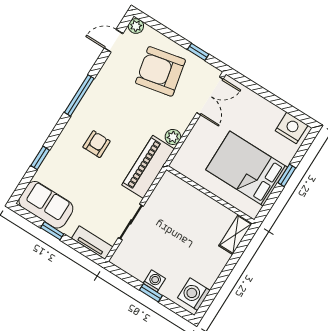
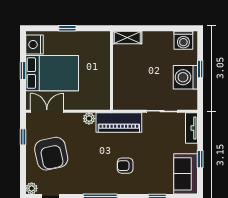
window: (271, 98) -> (23, 70), added
bed: (247, 169) -> (52, 73), moved, turned -90
washing machine: (154, 281) -> (185, 77), width x1.89, depth x1.89

